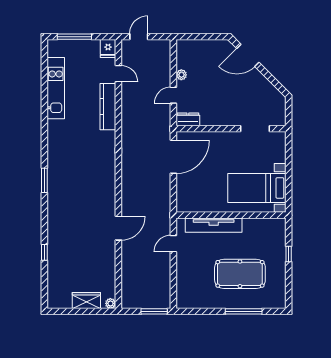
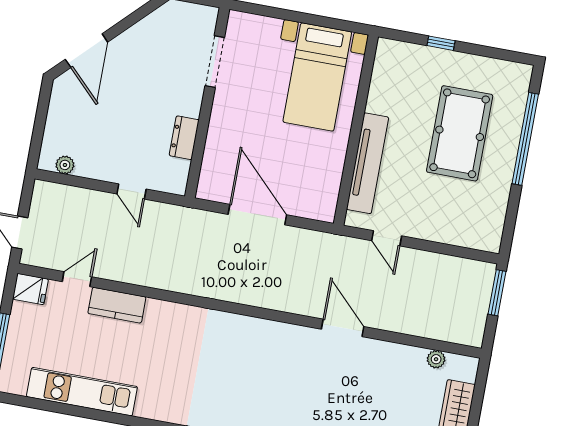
plant: (181, 75) -> (65, 165), moved
kitchen counter: (108, 107) -> (117, 305), width x0.67
dresser: (188, 119) -> (184, 138), moved
door: (173, 157) -> (257, 215), moved
plant: (110, 303) -> (436, 359), moved
window: (244, 311) -> (525, 139), width x1.46

